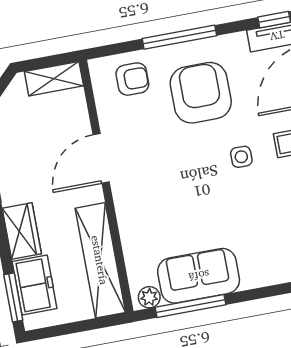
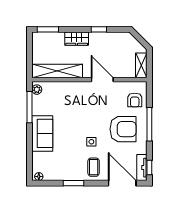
sofa: (199, 276) -> (42, 133), moved
freezer: (35, 285) -> (52, 40), removed

